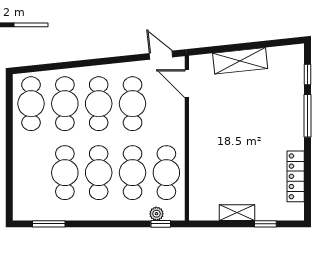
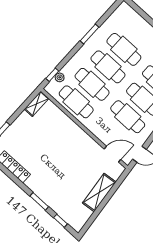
window: (307, 116) -> (39, 201), width x0.69
shelving: (237, 213) -> (37, 104), moved
window: (49, 224) -> (89, 34), moved

